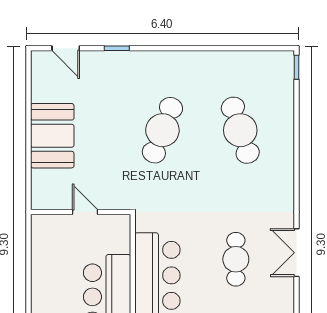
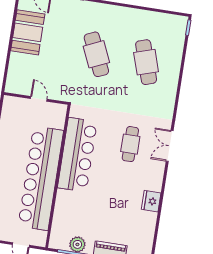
cafe table: (162, 130) -> (96, 54), turned -45
booth: (52, 136) -> (28, 32), moved

